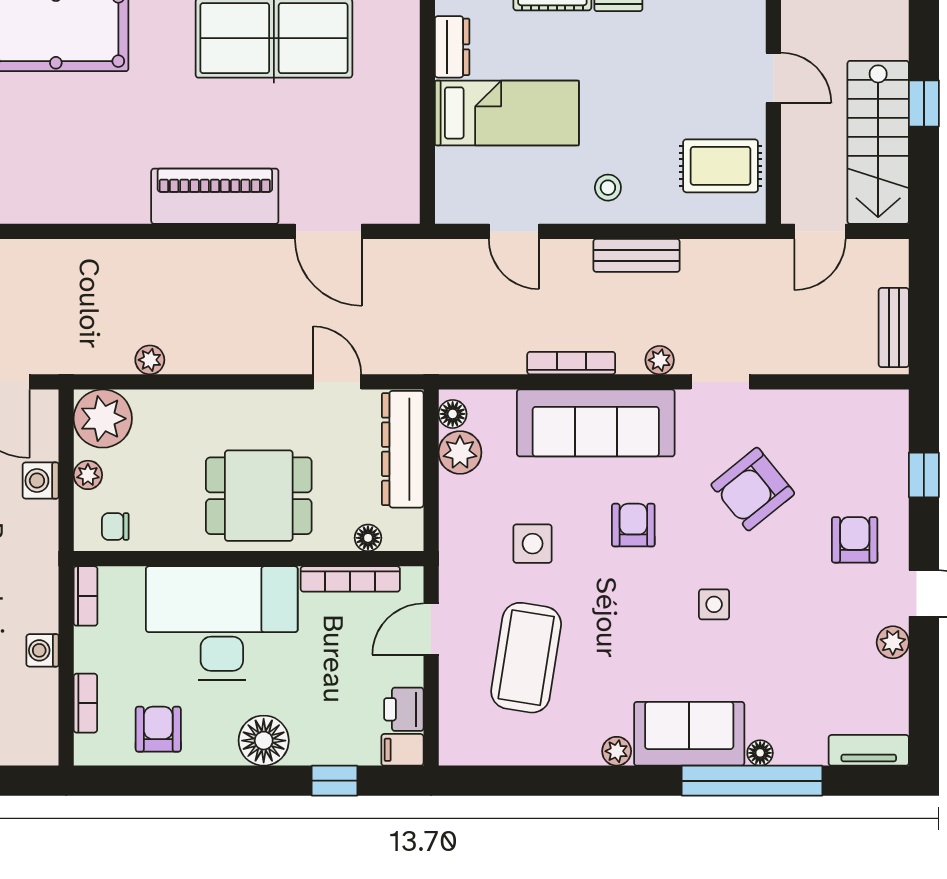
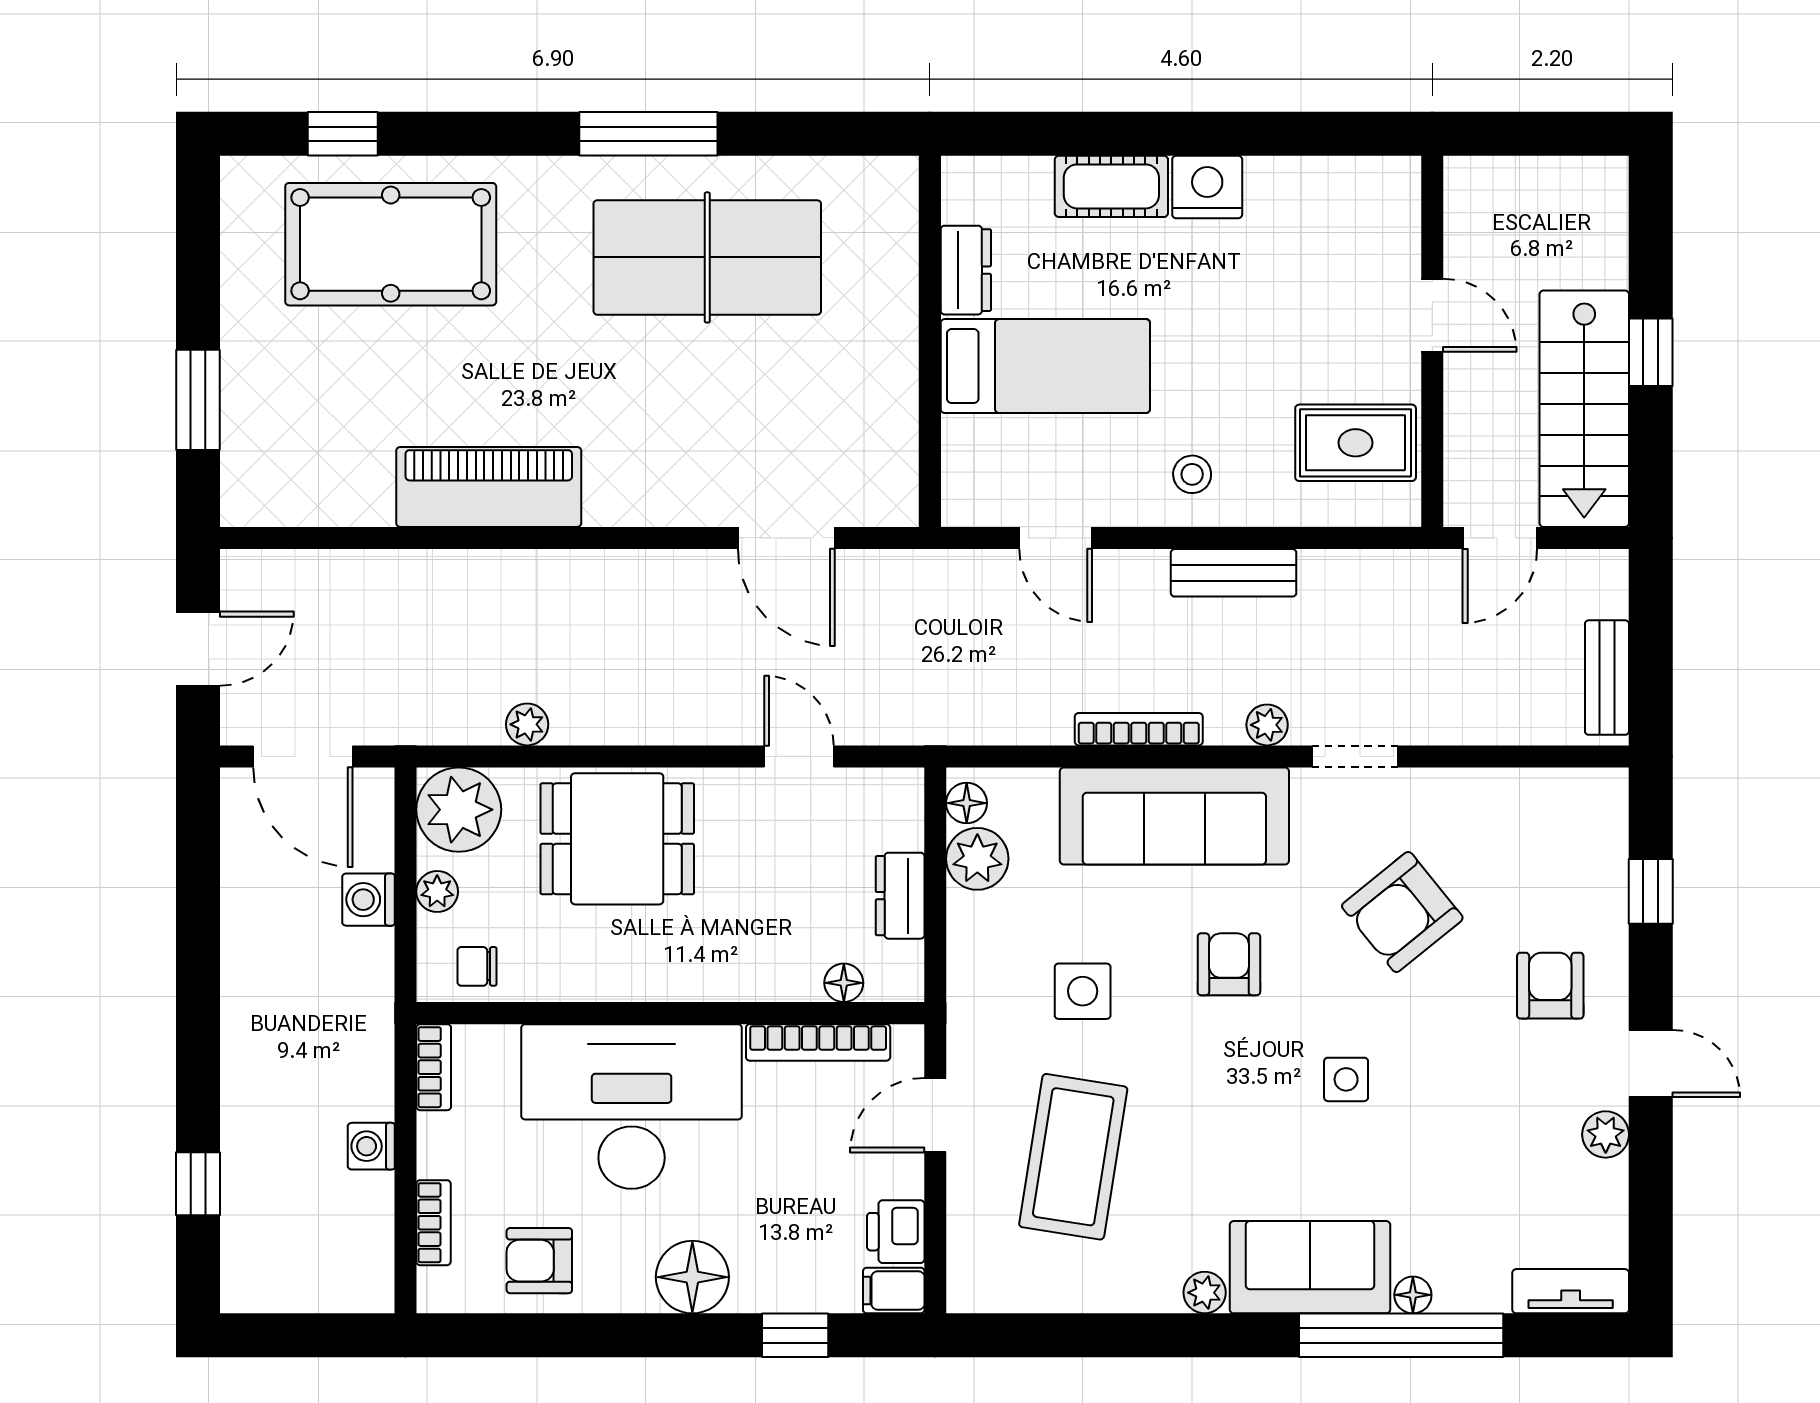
piano: (215, 196) -> (489, 487), moved
dresser: (403, 449) -> (900, 896), width x0.51, depth x0.80
dining table: (259, 496) -> (617, 839), moved
armchair: (158, 729) -> (539, 1261), turned -90

